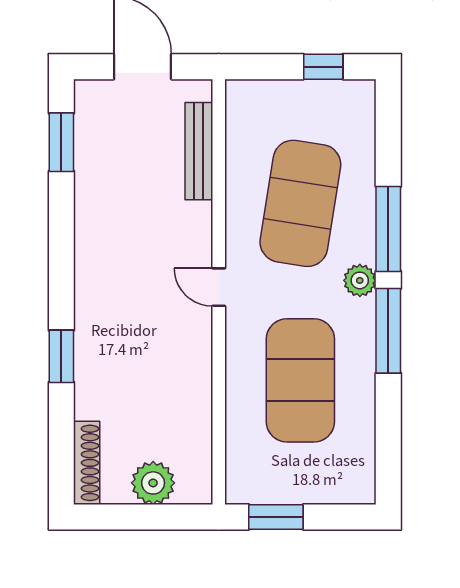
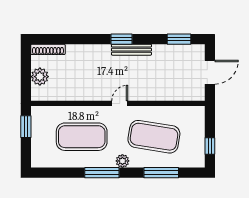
bench: (199, 151) -> (131, 50), moved
window: (388, 229) -> (161, 173), moved
window: (61, 356) -> (122, 39), moved

